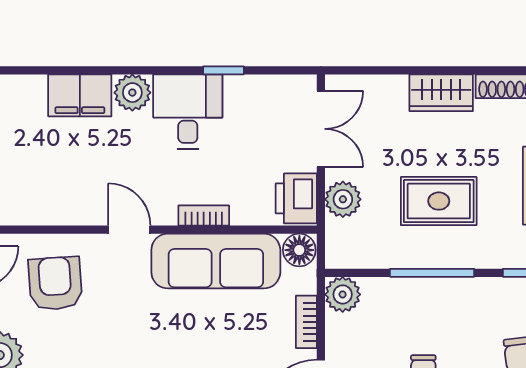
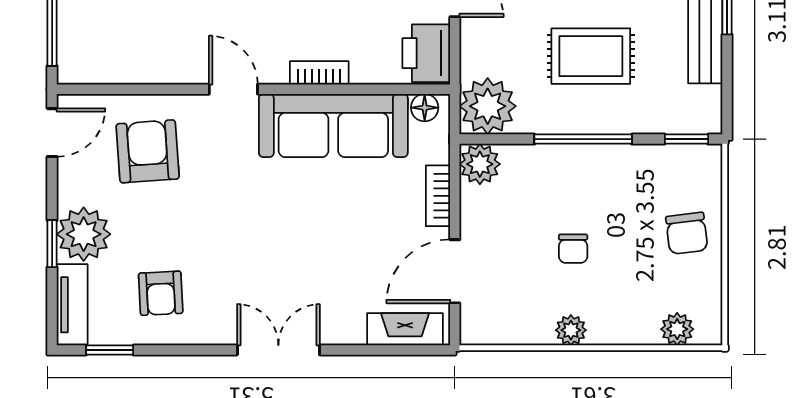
plant: (343, 199) -> (488, 106), moved, width x1.36, depth x1.36
floor lamp: (299, 250) -> (425, 108), width x0.73, depth x0.73

